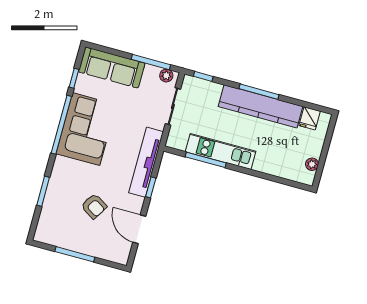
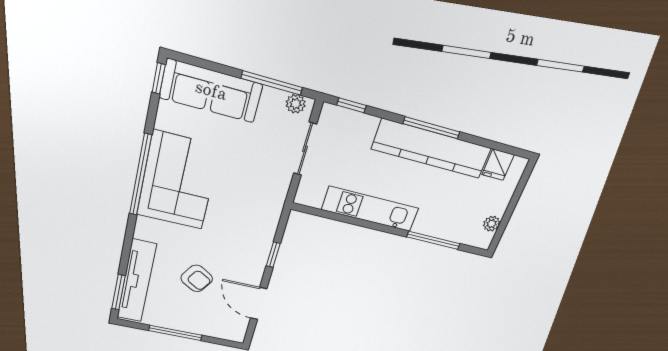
window: (74, 78) -> (159, 78), moved
window: (206, 160) -> (433, 240), moved
tv unit: (146, 162) -> (137, 281), moved, turned 180
window: (43, 191) -> (118, 292), moved

